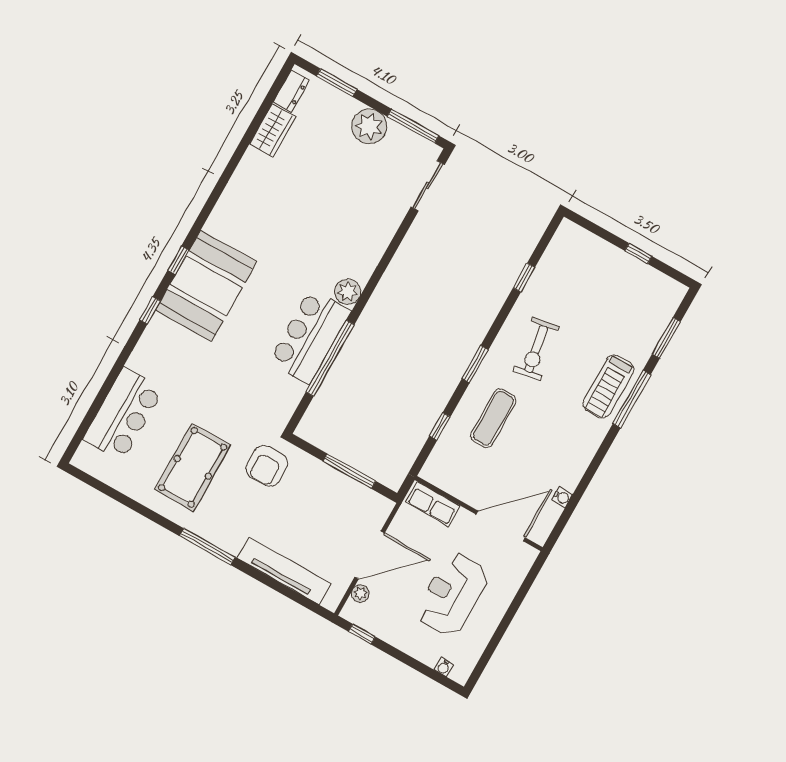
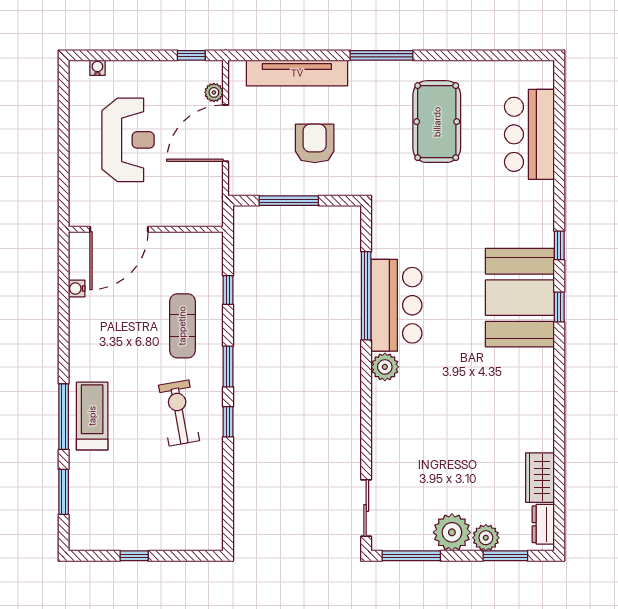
plant: (344, 106) -> (486, 538), added
window: (524, 278) -> (228, 422), moved
armchair: (267, 466) -> (315, 143), moved
row of seats: (433, 504) -> (194, 214), removed

